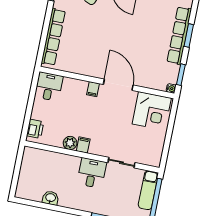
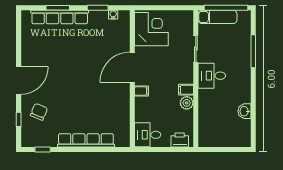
wall: (107, 82) -> (132, 79), moved
door: (118, 85) -> (132, 67), moved
desk: (49, 87) -> (148, 135), moved
filing cabinet: (93, 89) -> (142, 91), moved
corner desk: (152, 111) -> (151, 29), moved

